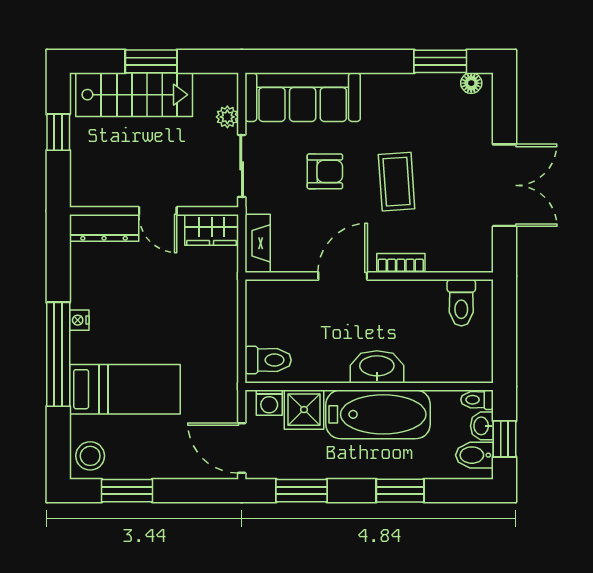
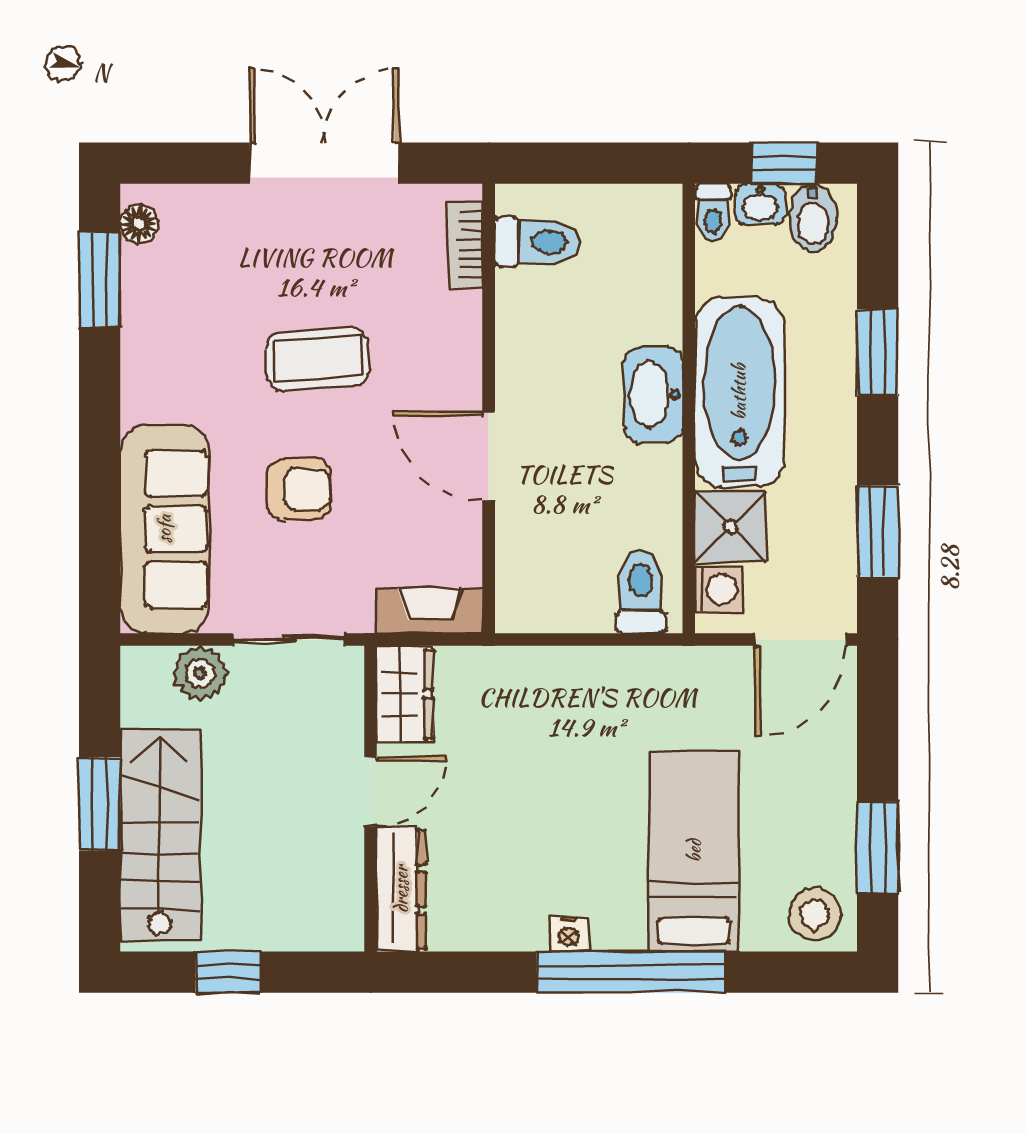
plant: (227, 117) -> (200, 673), width x1.38, depth x1.38
armchair: (325, 171) -> (299, 489), turned 90
bookcase: (401, 263) -> (465, 245), moved

